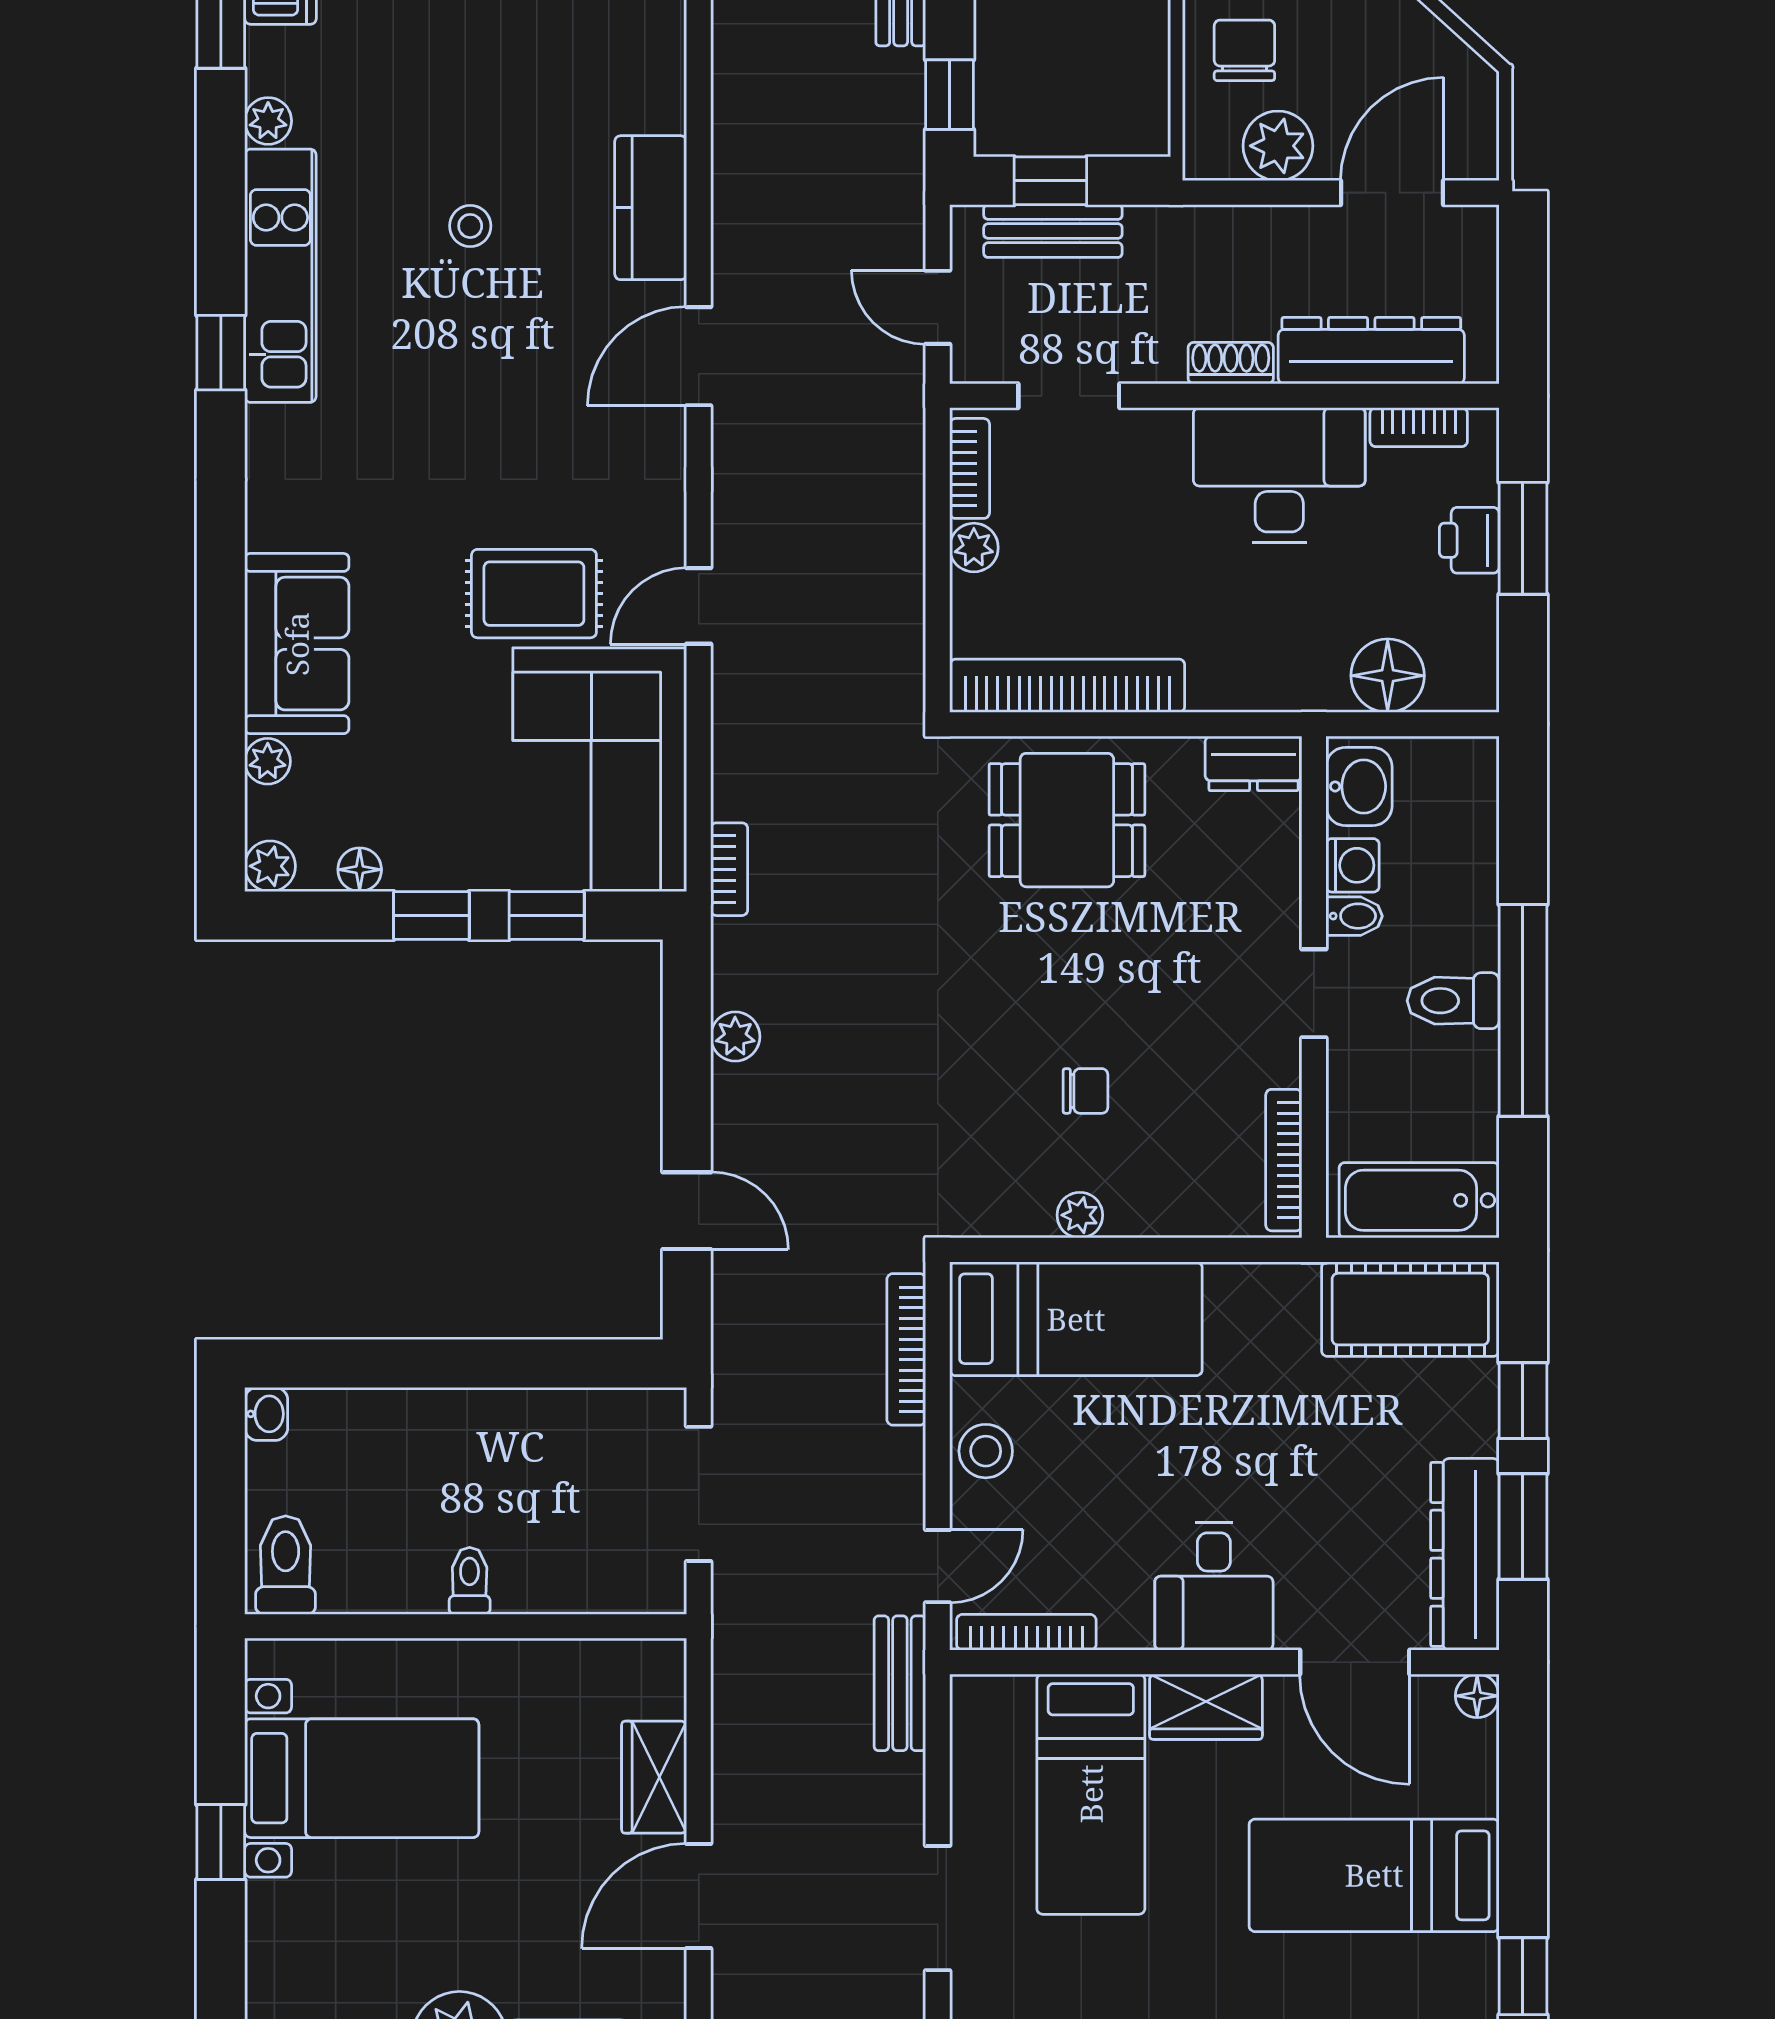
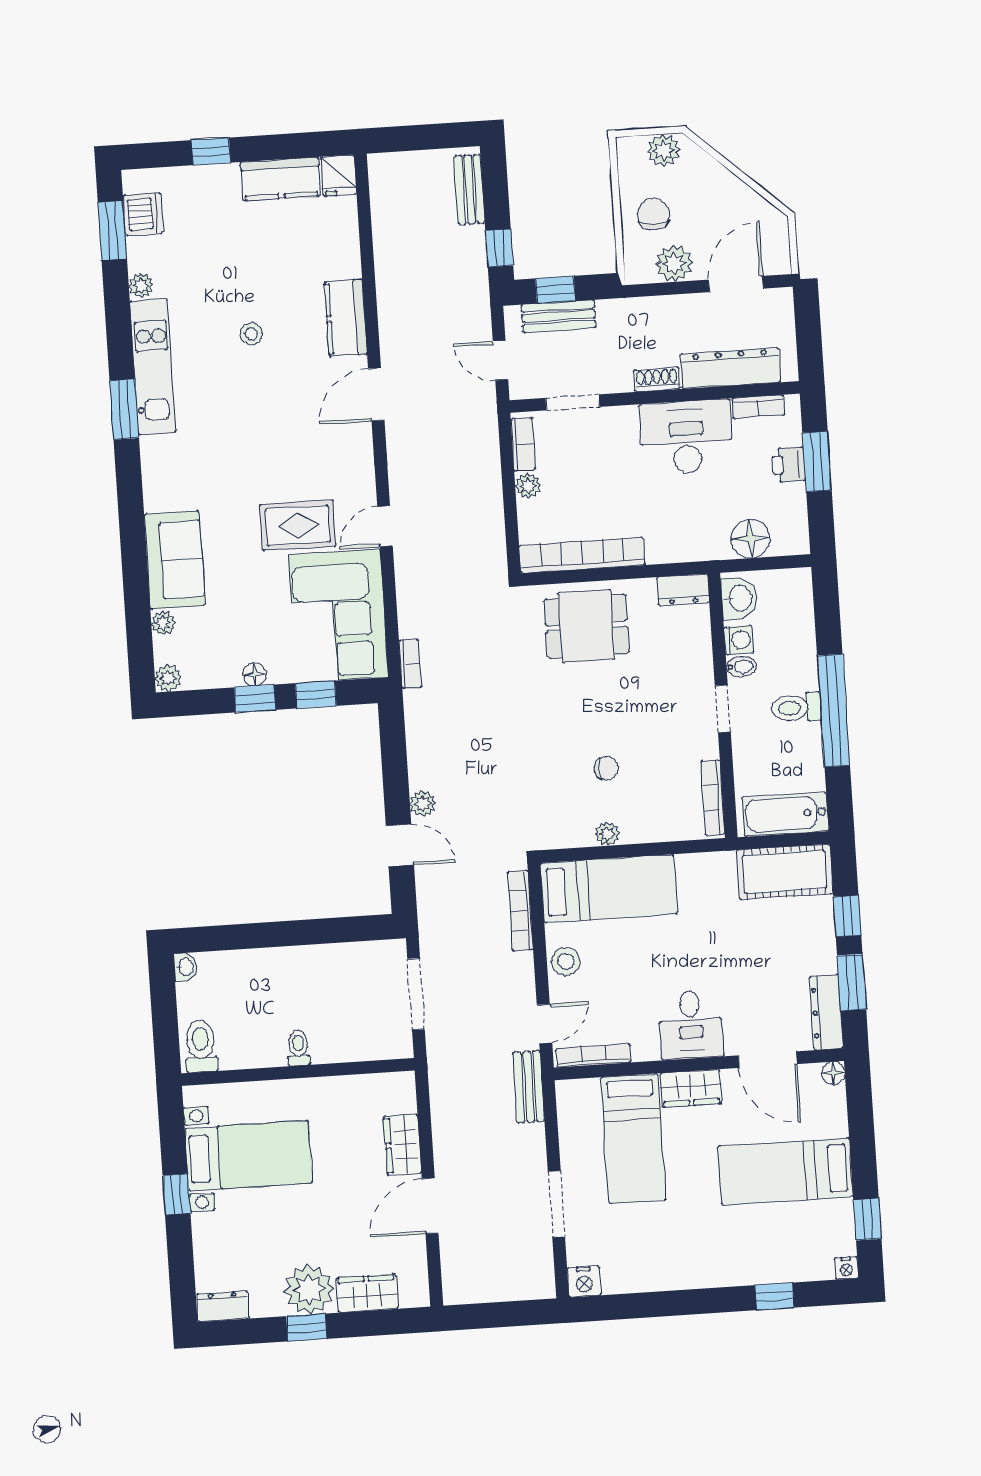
window: (221, 353) -> (124, 409), width x1.50
floor lamp: (360, 870) -> (255, 674), moved
plant: (735, 1037) -> (423, 804), moved
dresser: (1465, 1554) -> (826, 1012), width x0.73, depth x0.80

